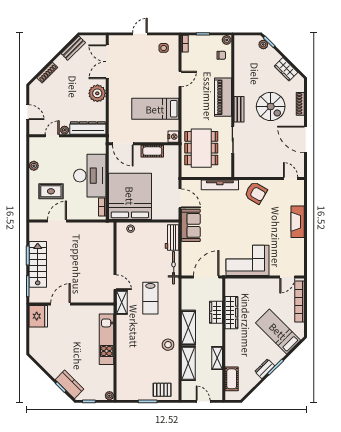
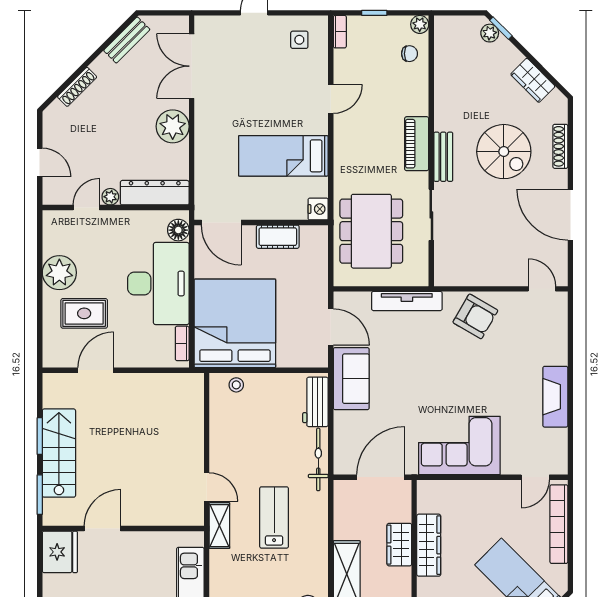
piano: (223, 97) -> (417, 144), width x0.73, depth x0.75
floor lamp: (100, 148) -> (178, 230), added
plant: (34, 166) -> (59, 273), width x1.87, depth x1.87
fireplace: (298, 222) -> (555, 397), moved
lab bench: (150, 298) -> (274, 517), turned 180

